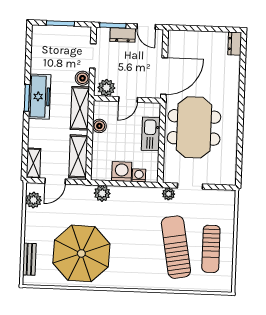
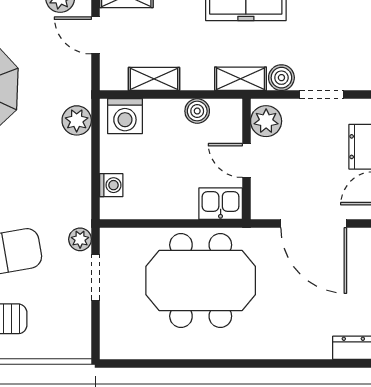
door: (164, 76) -> (314, 224), moved
shelving: (80, 108) -> (240, 79), width x0.67, depth x0.75
kitchen sink: (151, 134) -> (221, 204), moved, width x0.73
shelving: (78, 156) -> (154, 79), width x0.67, depth x0.75
washing machine: (122, 172) -> (125, 116), moved, turned 90

